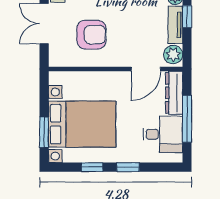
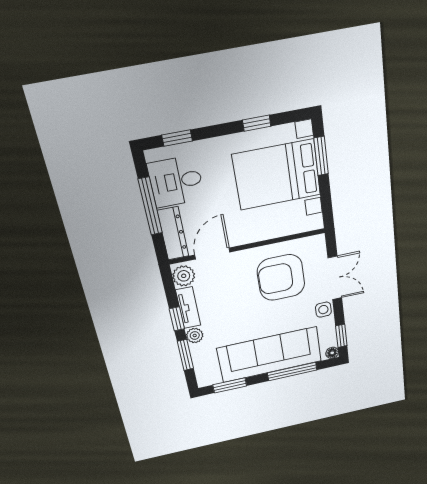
armchair: (91, 35) -> (281, 278), width x1.36, depth x1.36
window: (128, 167) -> (177, 138), moved

